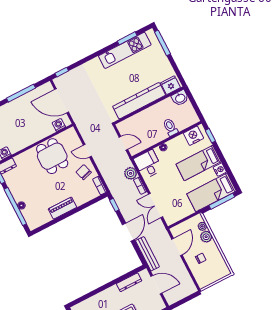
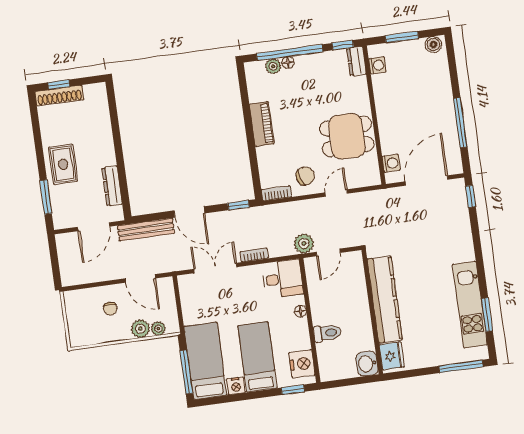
plant: (131, 173) -> (304, 244), moved
plant: (27, 213) -> (273, 66), added

